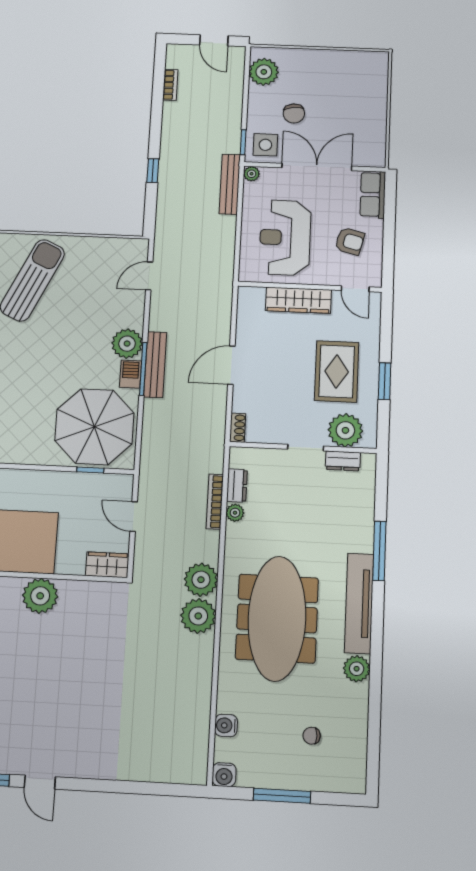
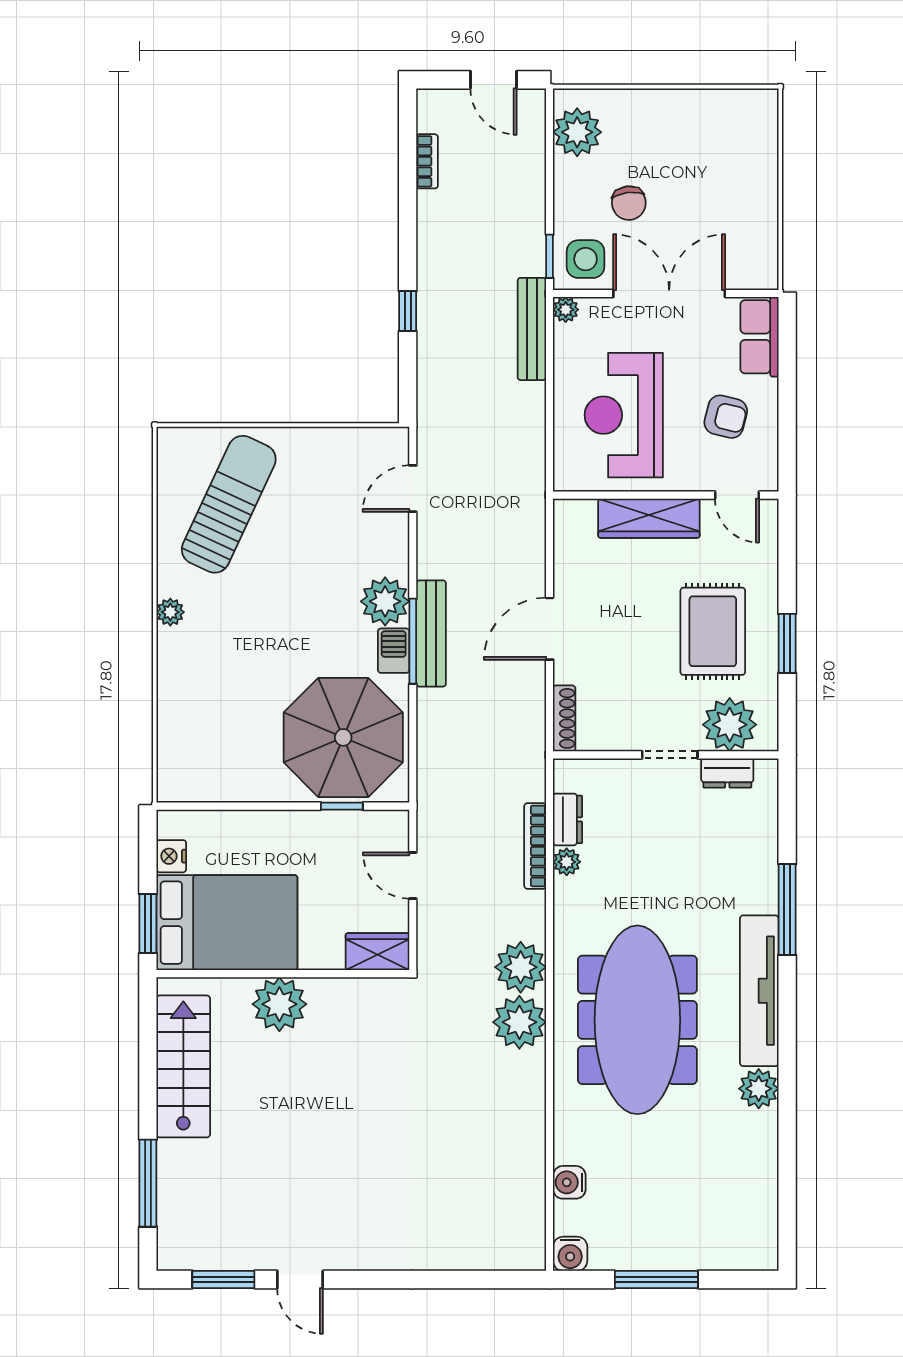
shoe rack: (238, 428) -> (564, 718), width x1.43
chair: (312, 736) -> (696, 1190), removed

